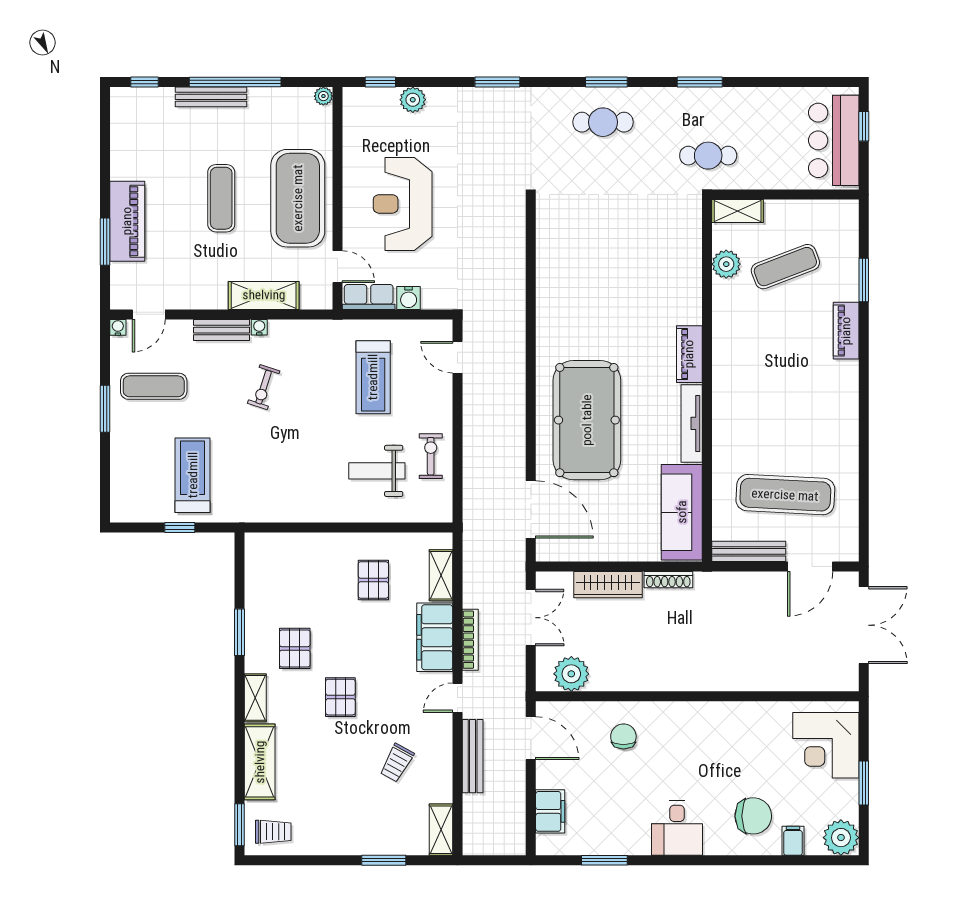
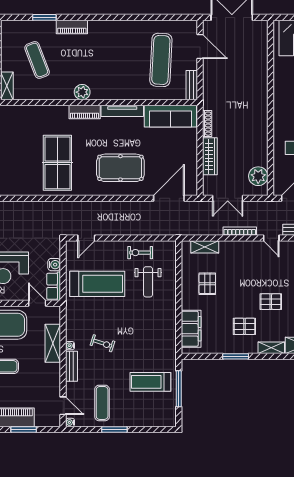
plant: (726, 264) -> (82, 92), moved
door: (337, 267) -> (37, 303), hinge flipped
table tennis table: (596, 304) -> (57, 163), added
treadmill: (373, 377) -> (97, 284), width x1.37, depth x1.38
pool table: (587, 420) -> (120, 168), width x0.73, depth x0.76
window: (180, 527) -> (179, 389), width x2.17
bench: (749, 551) -> (192, 85), width x0.73
pallet: (373, 580) -> (207, 284), turned 90
double door: (531, 618) -> (228, 198), swing flipped
filing cabinet: (435, 637) -> (191, 329), moved, turned -90

